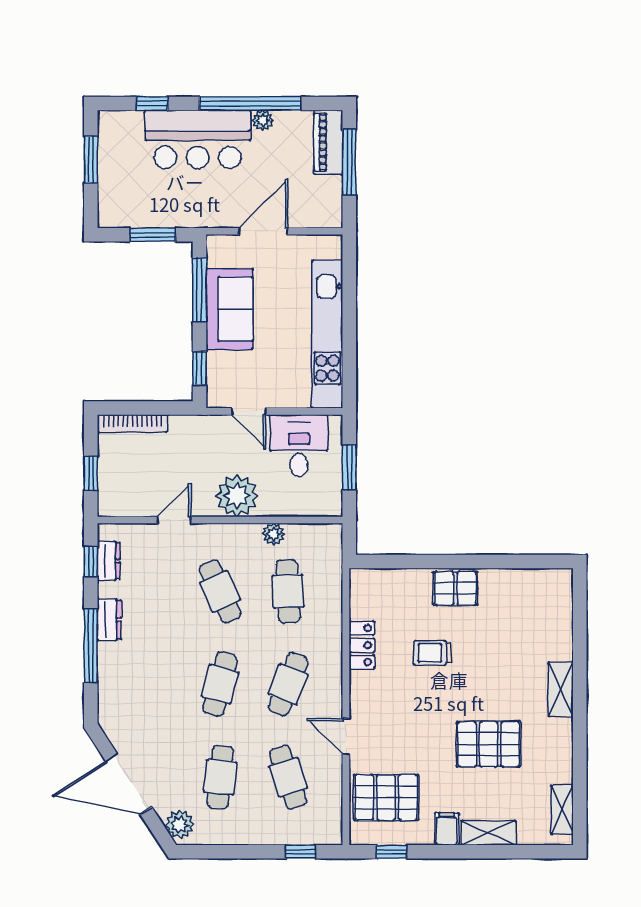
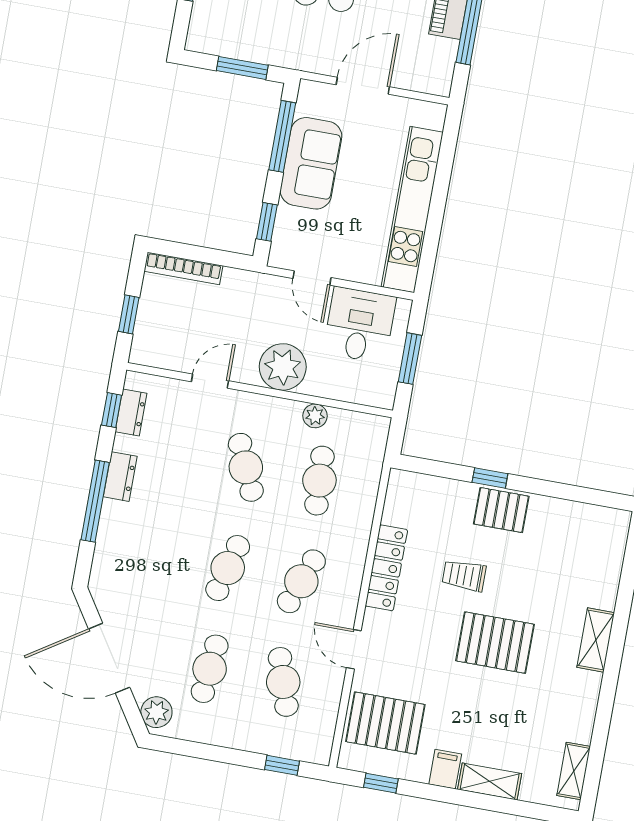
window: (440, 562) -> (490, 478), added
locker: (362, 645) -> (386, 568), width x1.53
pallet: (489, 744) -> (495, 643), moved

